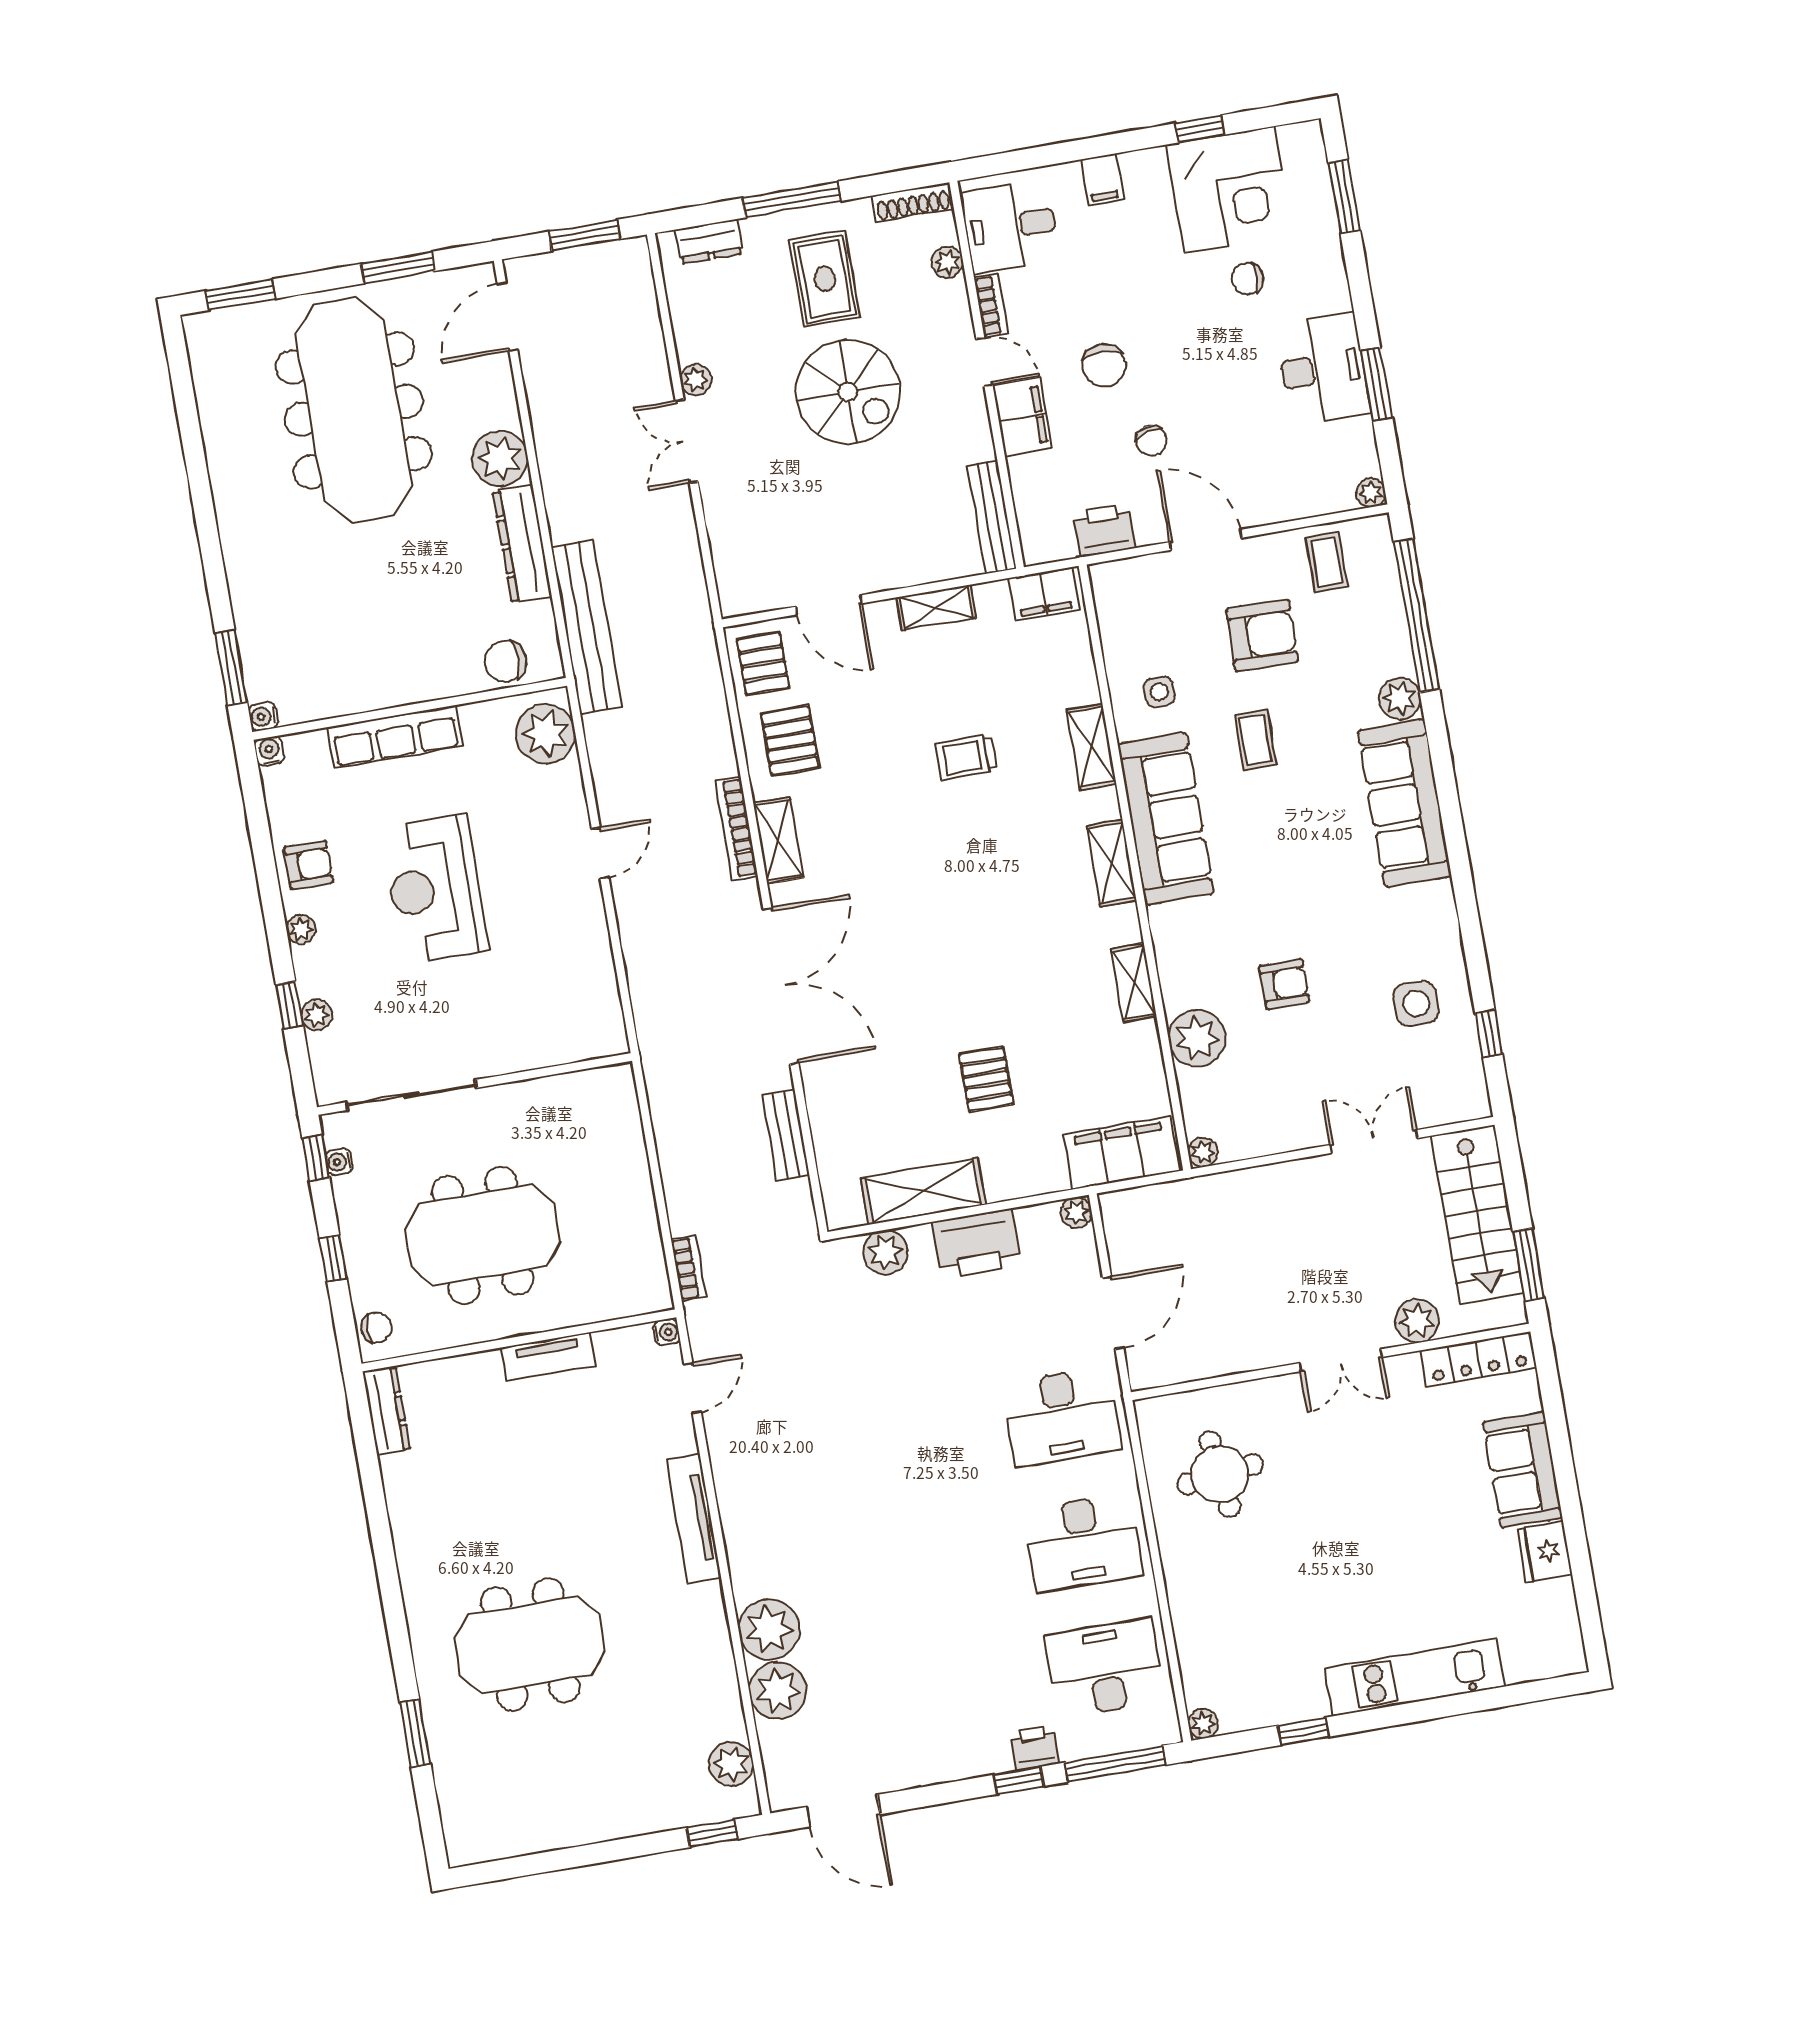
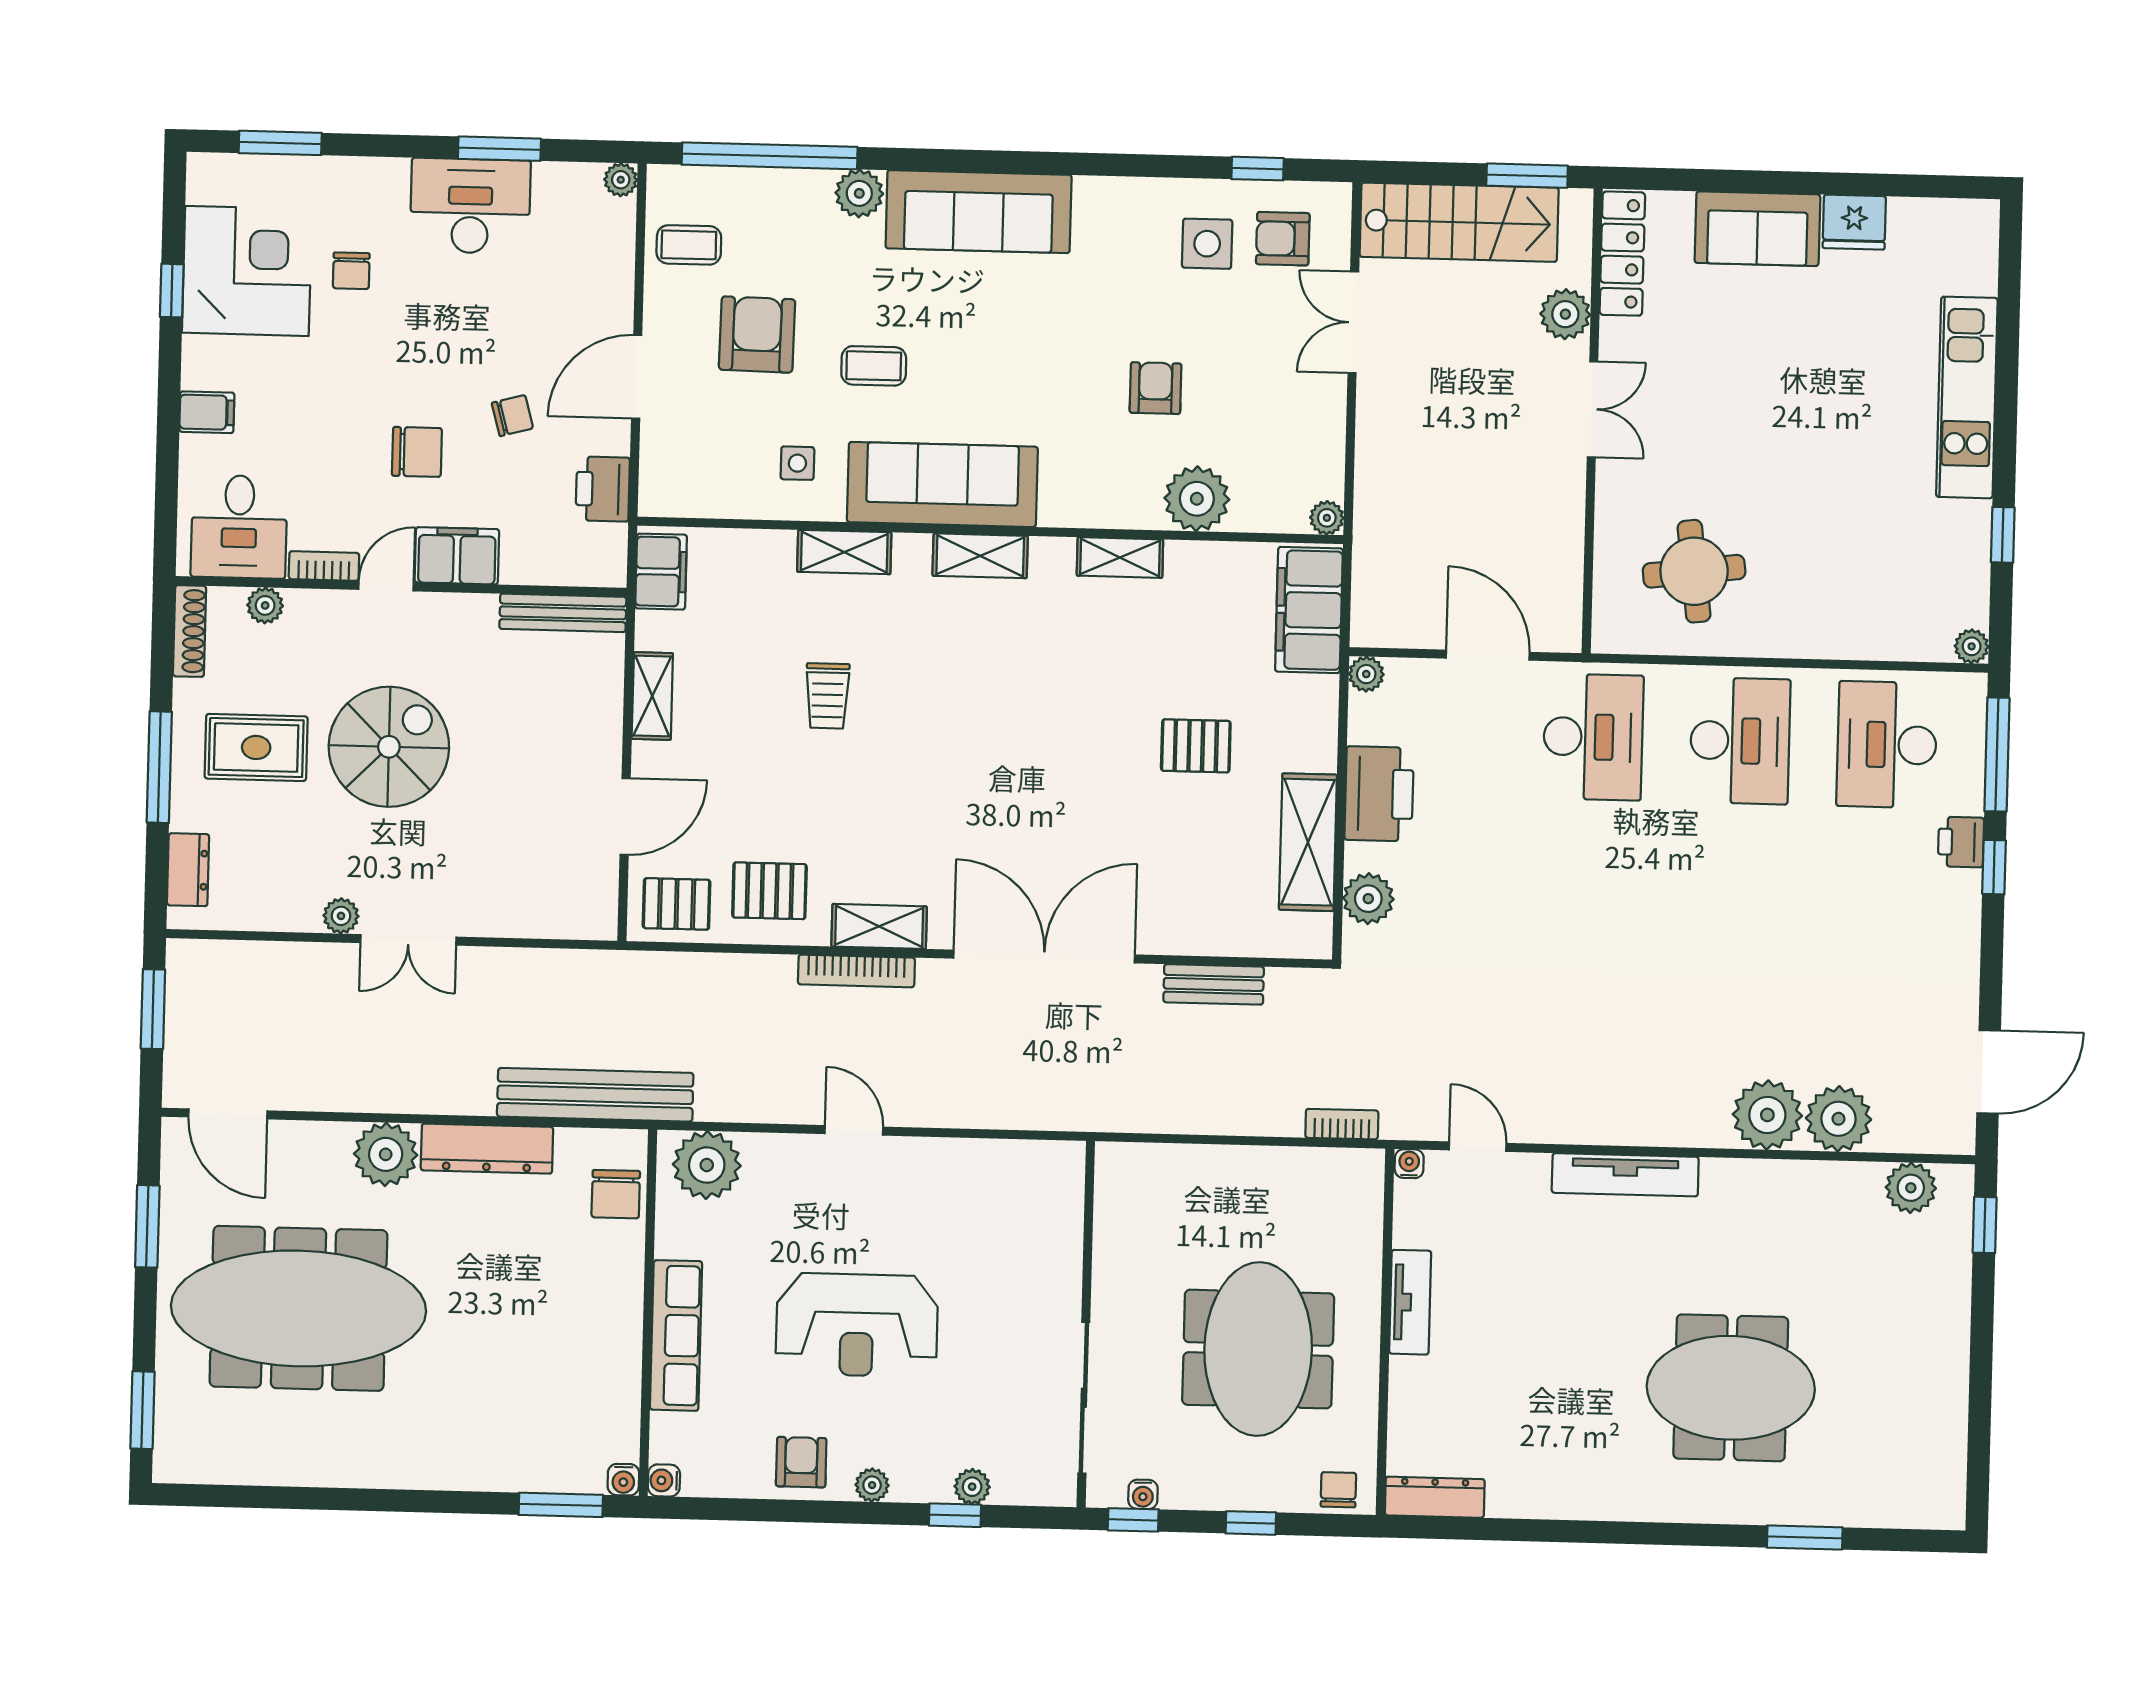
armchair: (1433, 1067) -> (1283, 239), added
meeting table: (530, 1645) -> (1731, 1388), turned 90

